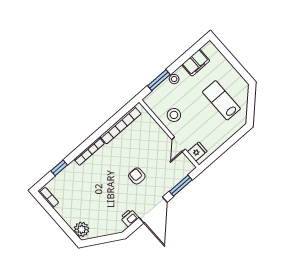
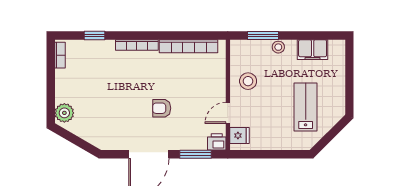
armchair: (137, 176) -> (162, 108), turned -90
printer: (129, 218) -> (217, 142), moved

